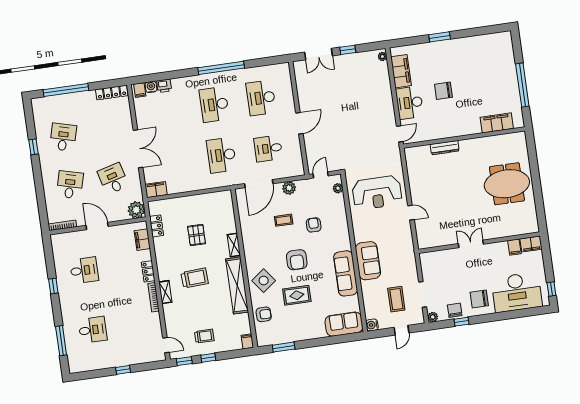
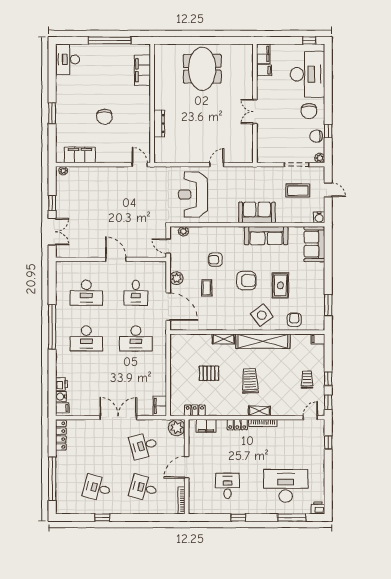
desk: (410, 103) -> (67, 59), moved, turned 90
reception desk: (377, 193) -> (193, 195), turned 180
desk: (93, 330) -> (286, 486), width x1.87, depth x1.30
printer: (75, 366) -> (318, 508), added
window: (123, 370) -> (328, 442), moved

